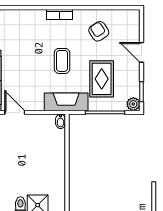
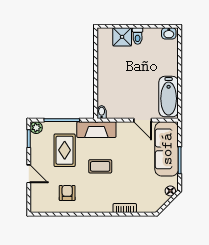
bookcase: (60, 15) -> (125, 208), moved
armchair: (99, 31) -> (67, 193), turned -147
coffee table: (62, 61) -> (100, 166), turned 90

